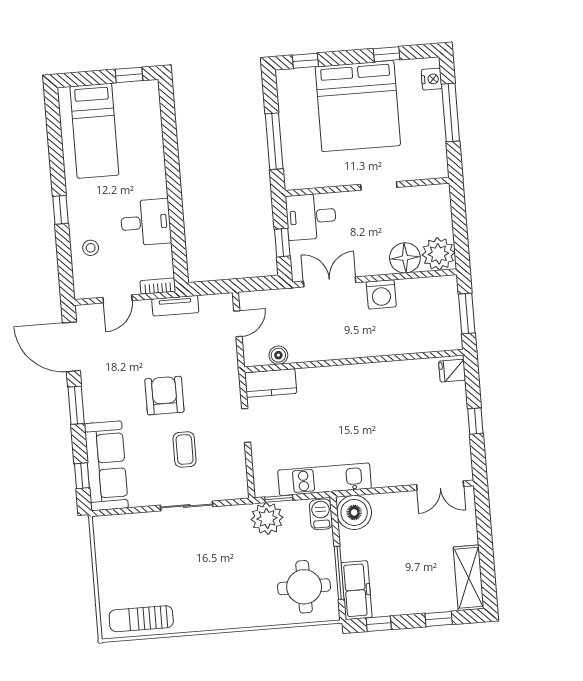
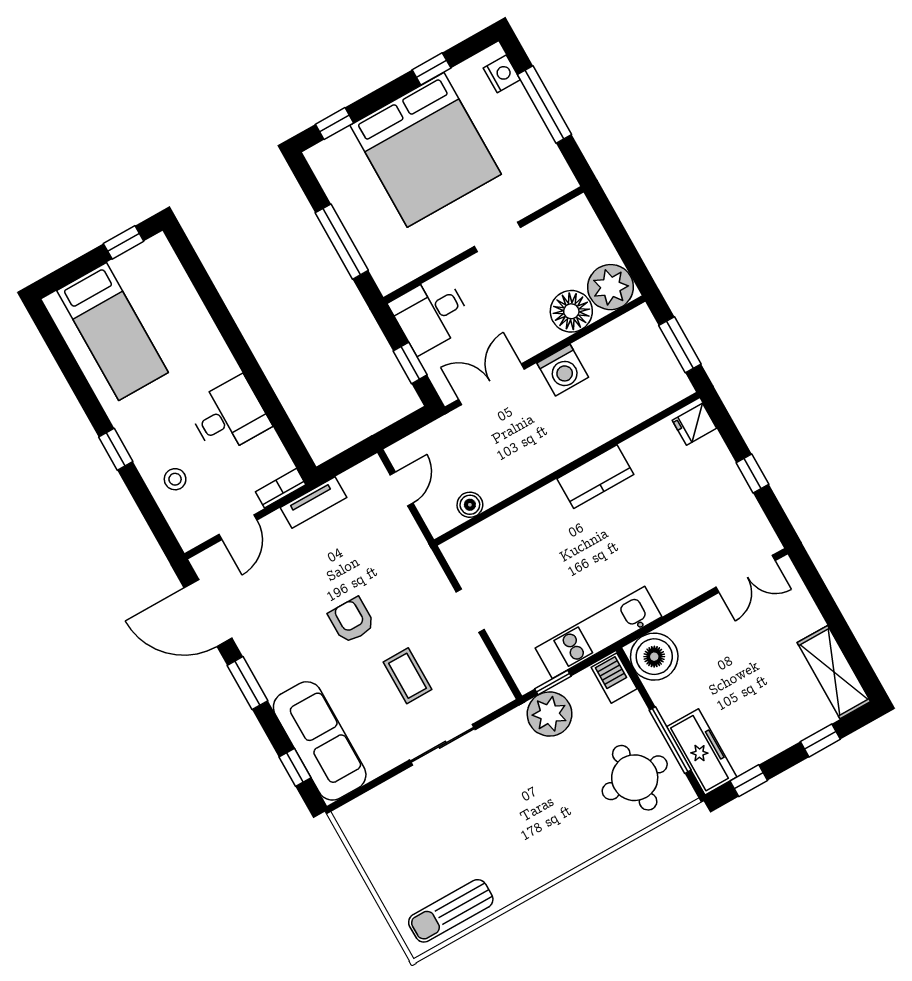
kitchen counter: (271, 383) -> (595, 477), moved
armchair: (164, 396) -> (351, 620), width x0.72, depth x0.72

